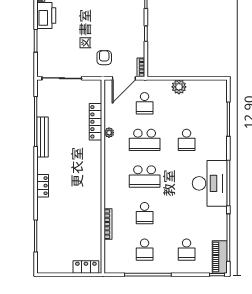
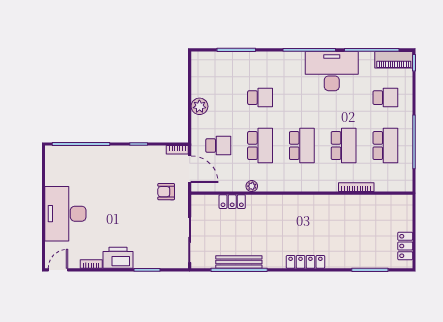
locker: (95, 122) -> (232, 202), width x0.66
bench: (43, 137) -> (239, 262), moved
desk: (210, 183) -> (332, 71), moved
locker: (43, 186) -> (305, 262), width x1.53
school desk: (145, 213) -> (344, 146), width x1.85
school desk: (145, 250) -> (385, 146), width x1.85
locker: (86, 267) -> (405, 246), moved

